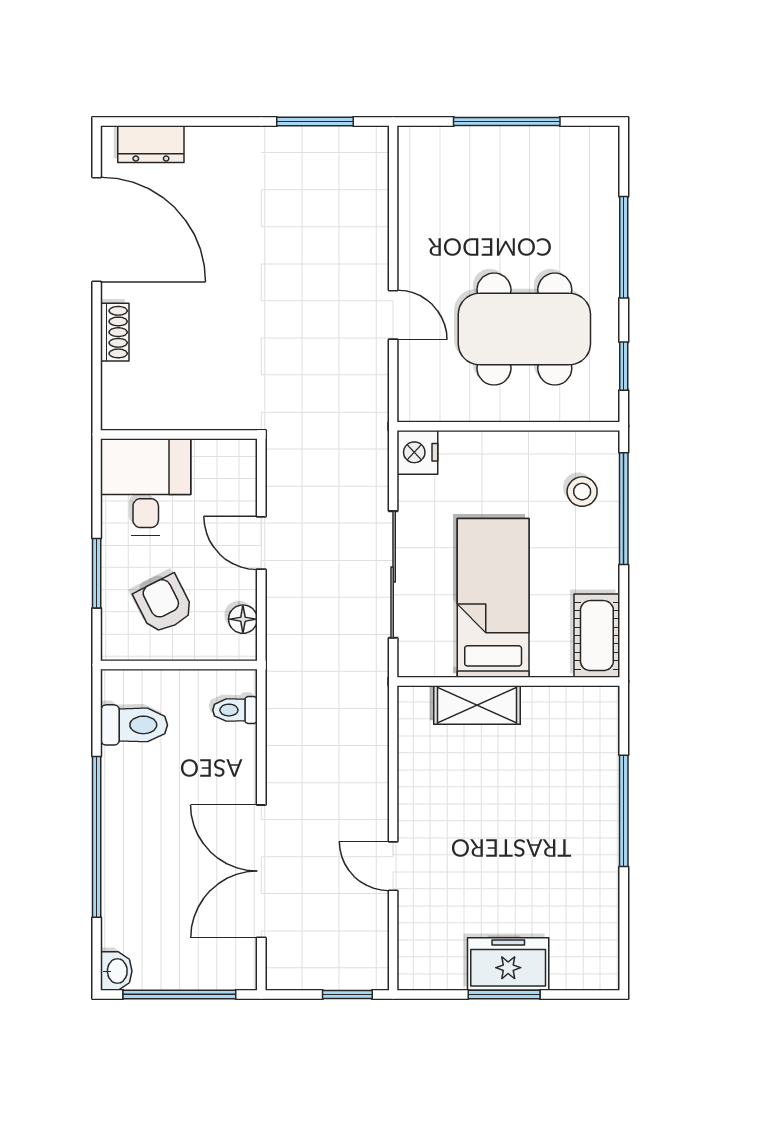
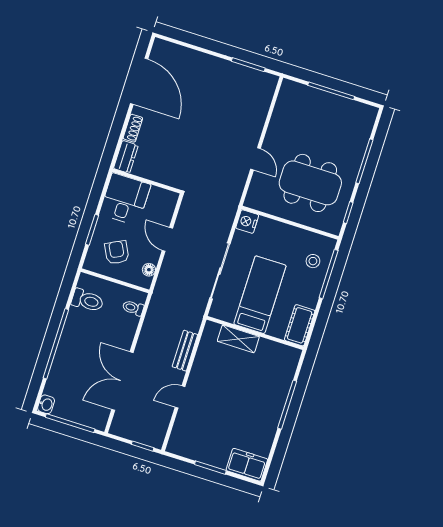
dresser: (151, 144) -> (126, 157), moved, turned -90
bench: (373, 765) -> (185, 351), added
door: (393, 866) -> (180, 397), hinge flipped
freezer: (508, 964) -> (247, 465), moved

